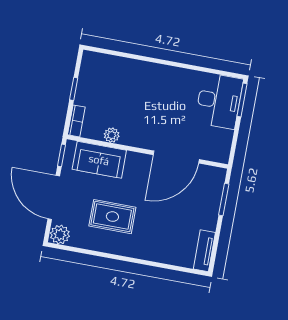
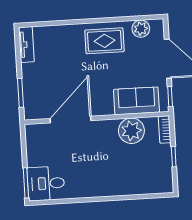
desk: (219, 101) -> (46, 183), width x0.73
plant: (112, 135) -> (131, 131), width x1.88, depth x1.88
rug: (112, 217) -> (105, 41), moved
plant: (60, 235) -> (141, 29), moved

